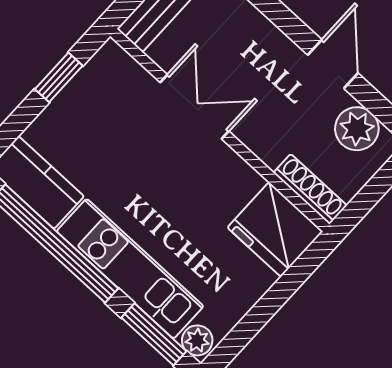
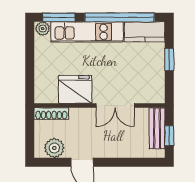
window: (59, 77) -> (169, 59), moved
fridge: (275, 229) -> (75, 89), moved

